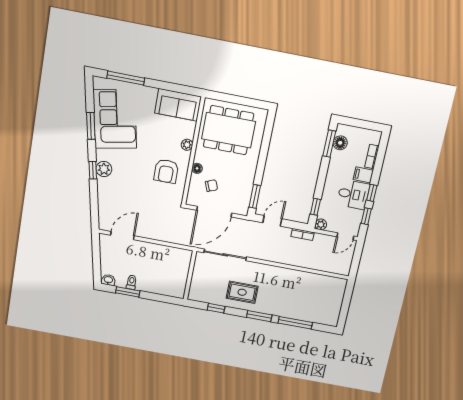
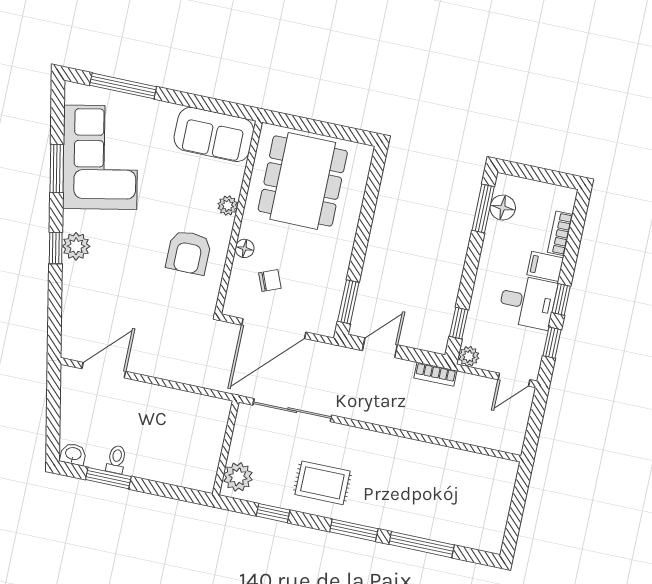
dining table: (229, 130) -> (303, 181), turned 90
plant: (197, 290) -> (238, 477), added

